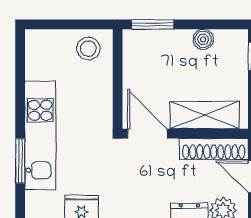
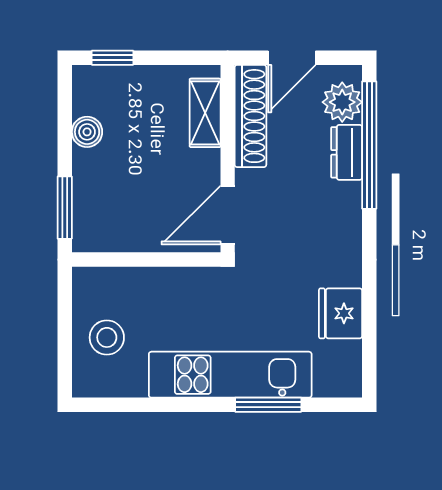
stool: (88, 49) -> (107, 337), moved
shelving: (204, 115) -> (205, 113), width x0.67, depth x0.75

